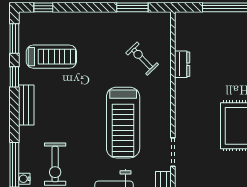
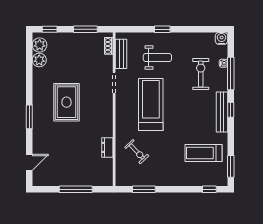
window: (14, 77) -> (231, 110), moved
bench: (26, 105) -> (222, 112), width x1.36

